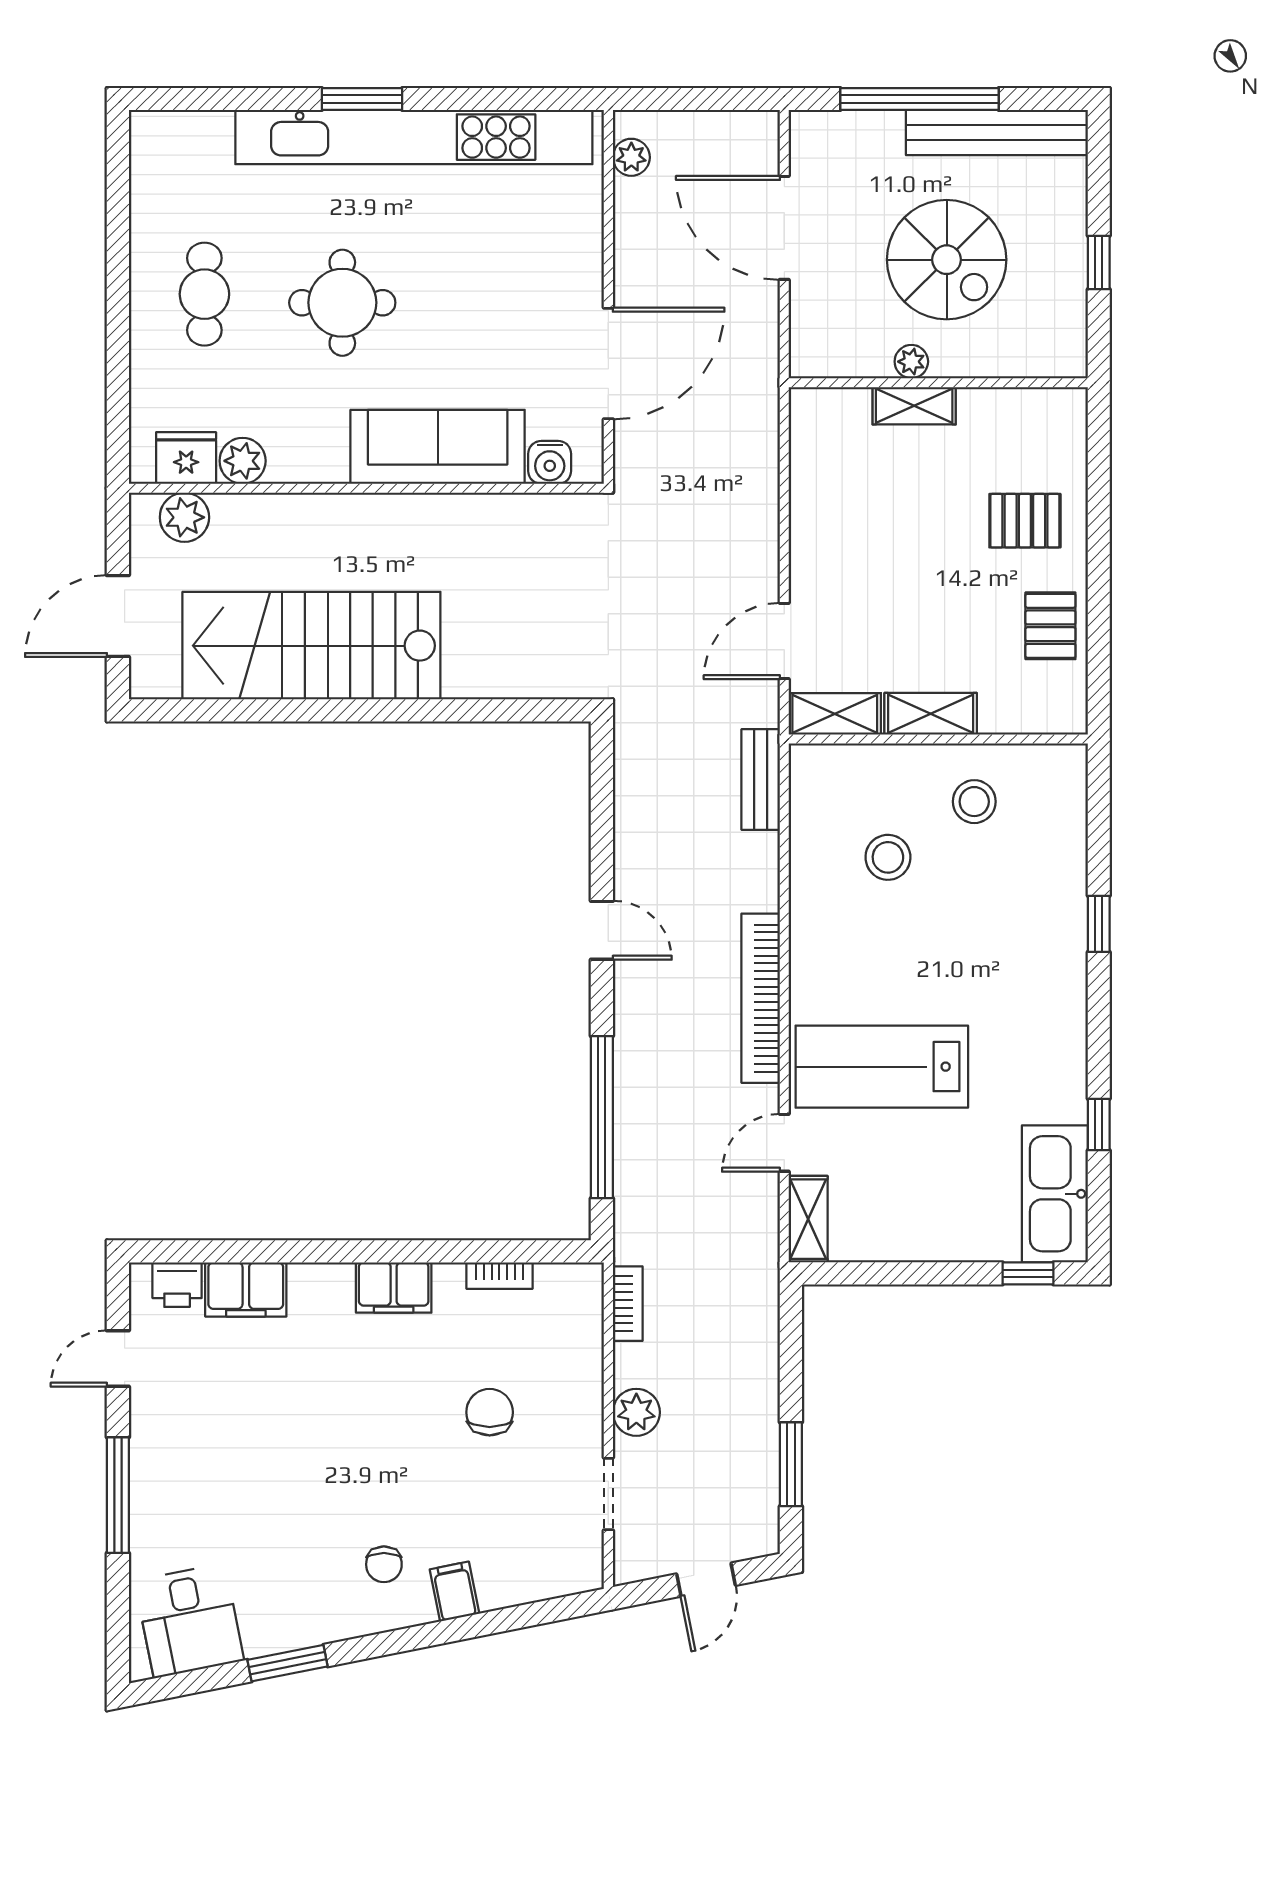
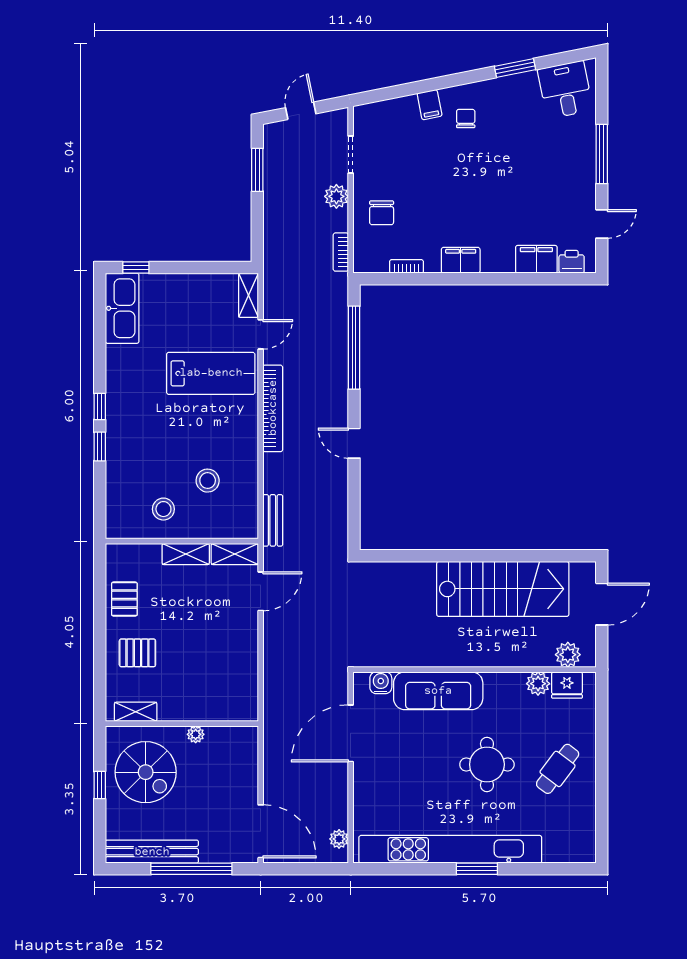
door: (784, 228) -> (261, 831), moved
spiral stairs: (947, 260) -> (146, 772), moved, turned 180
cafe table: (204, 294) -> (558, 769), turned 37
shelving: (914, 406) -> (136, 712), moved
window: (1099, 1125) -> (100, 406), moved
chair: (490, 1412) -> (382, 213), moved

